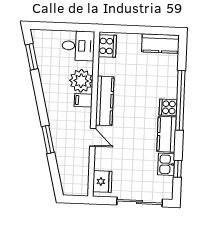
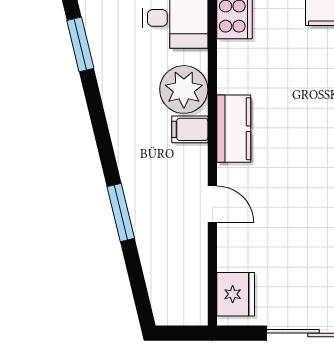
kitchen counter: (105, 101) -> (234, 129), width x0.67

